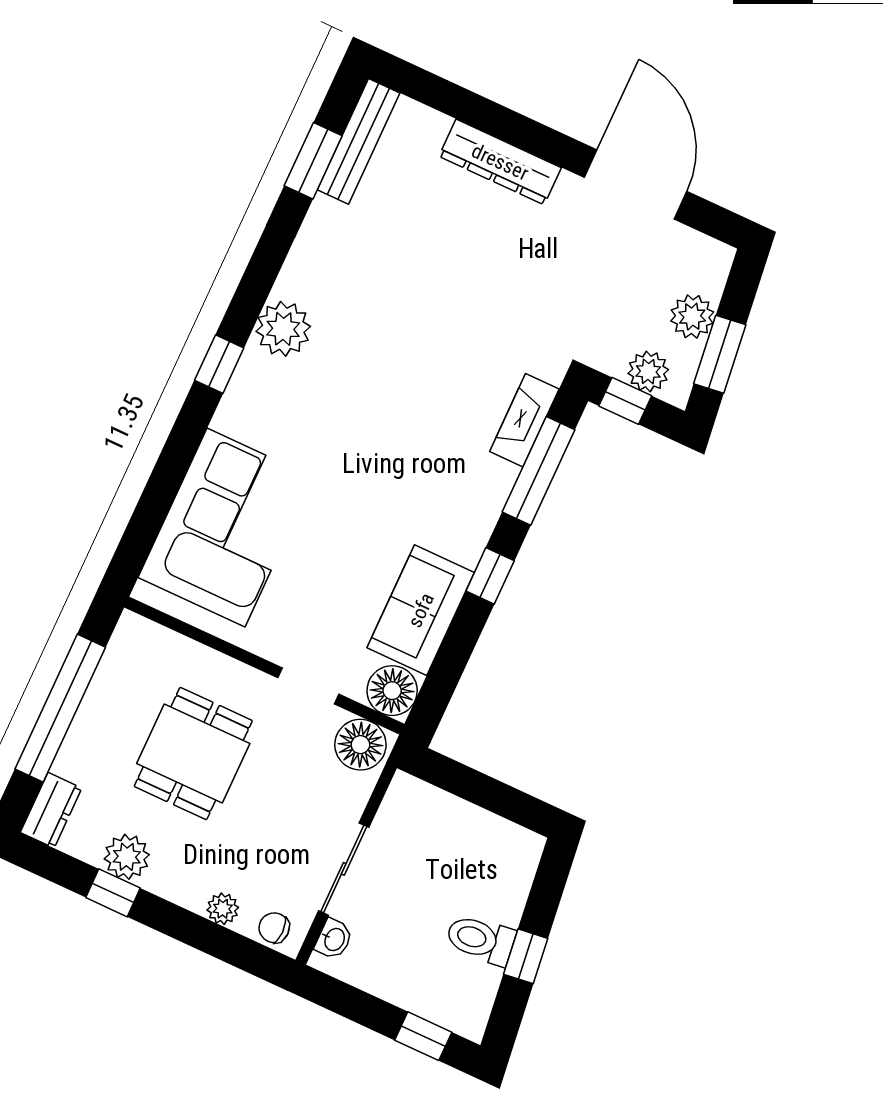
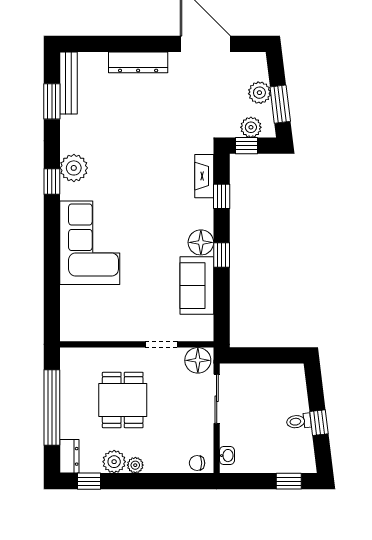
plant: (283, 329) -> (74, 168), moved
window: (219, 364) -> (52, 182), moved
window: (539, 471) -> (222, 196), width x0.46
corner sofa: (226, 527) -> (90, 243), moved
floor lamp: (392, 691) -> (201, 242), moved
sliding door: (344, 869) -> (217, 399), moved
window: (113, 893) -> (89, 481), moved
plant: (223, 909) -> (135, 465), moved
toilet: (480, 940) -> (299, 421), width x0.73, depth x0.72

